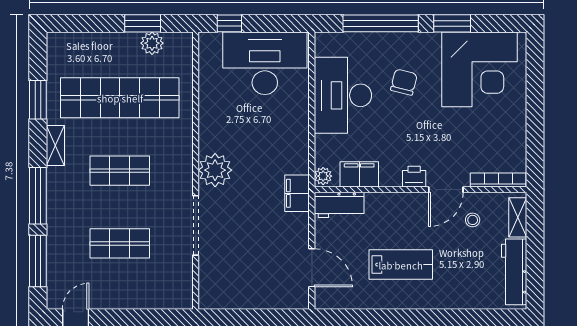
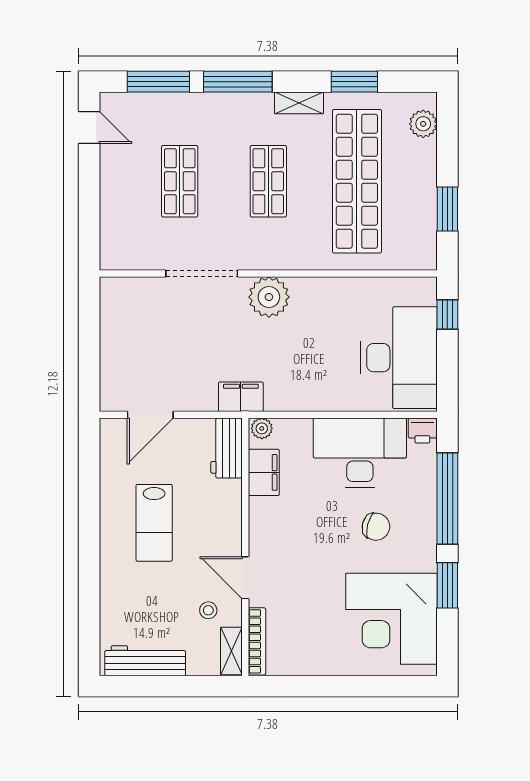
plant: (152, 43) -> (423, 124), moved
printer: (414, 177) -> (422, 430), moved, turned 90
shelving: (518, 217) -> (231, 651), moved, turned 90

